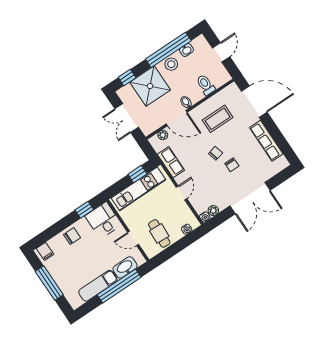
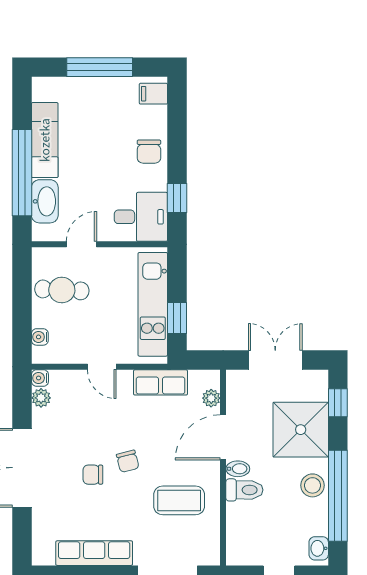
washbasin: (186, 50) -> (319, 548), moved
toilet: (206, 85) -> (244, 490), moved
coffee table: (218, 119) -> (179, 500), turned 90

